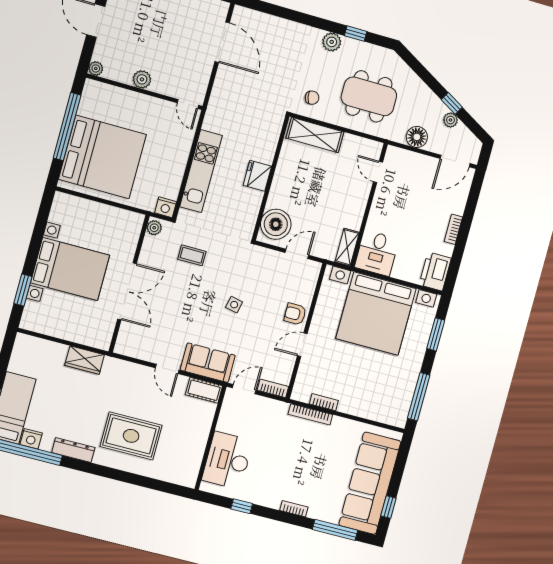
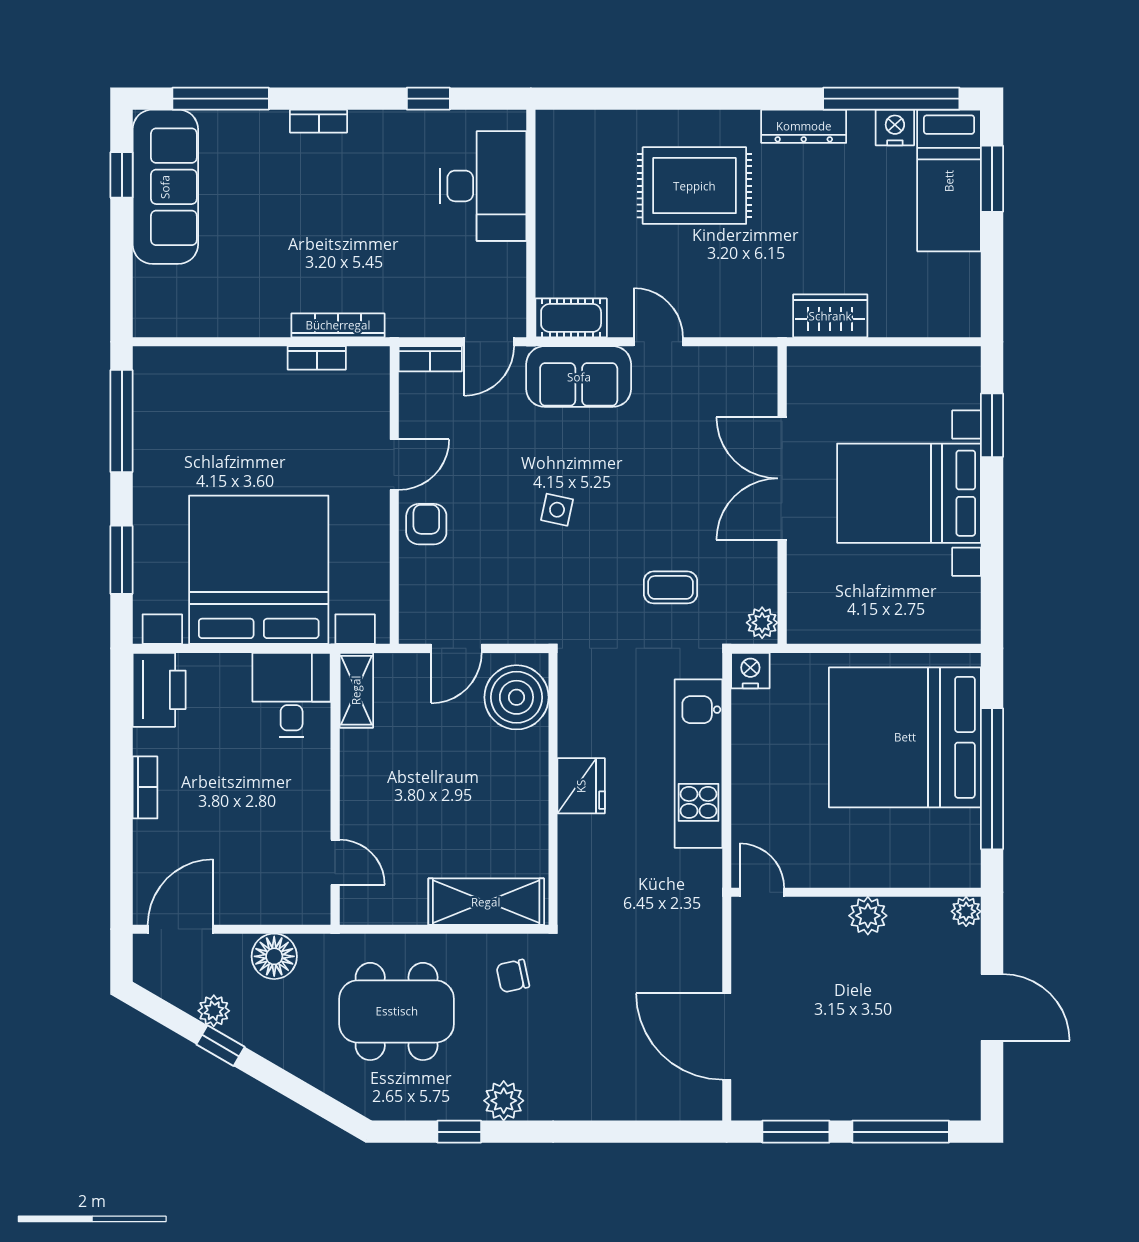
armchair: (295, 314) -> (426, 524), turned -90
sofa: (370, 483) -> (165, 187), width x0.74, depth x0.79

